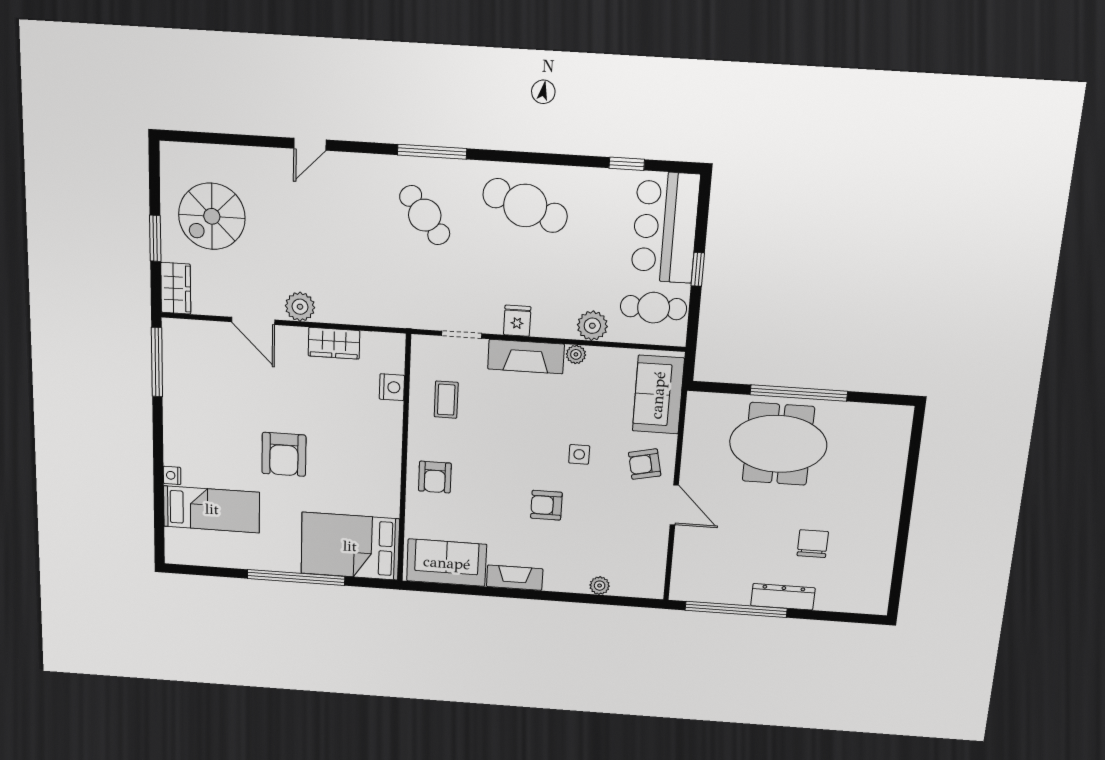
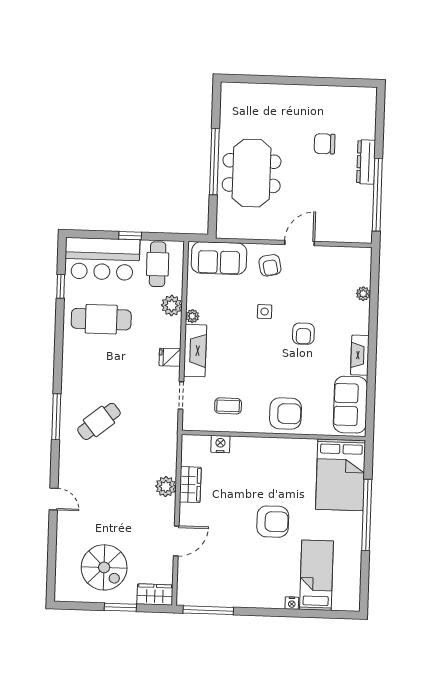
cafe table: (525, 205) -> (101, 319), moved, turned 70
plant: (300, 307) -> (166, 487), moved
armchair: (435, 477) -> (285, 414), width x1.38, depth x1.38

